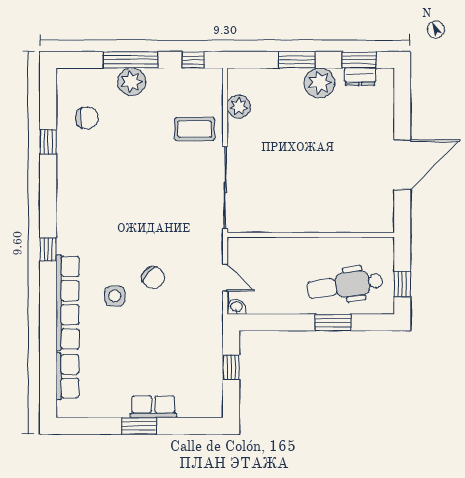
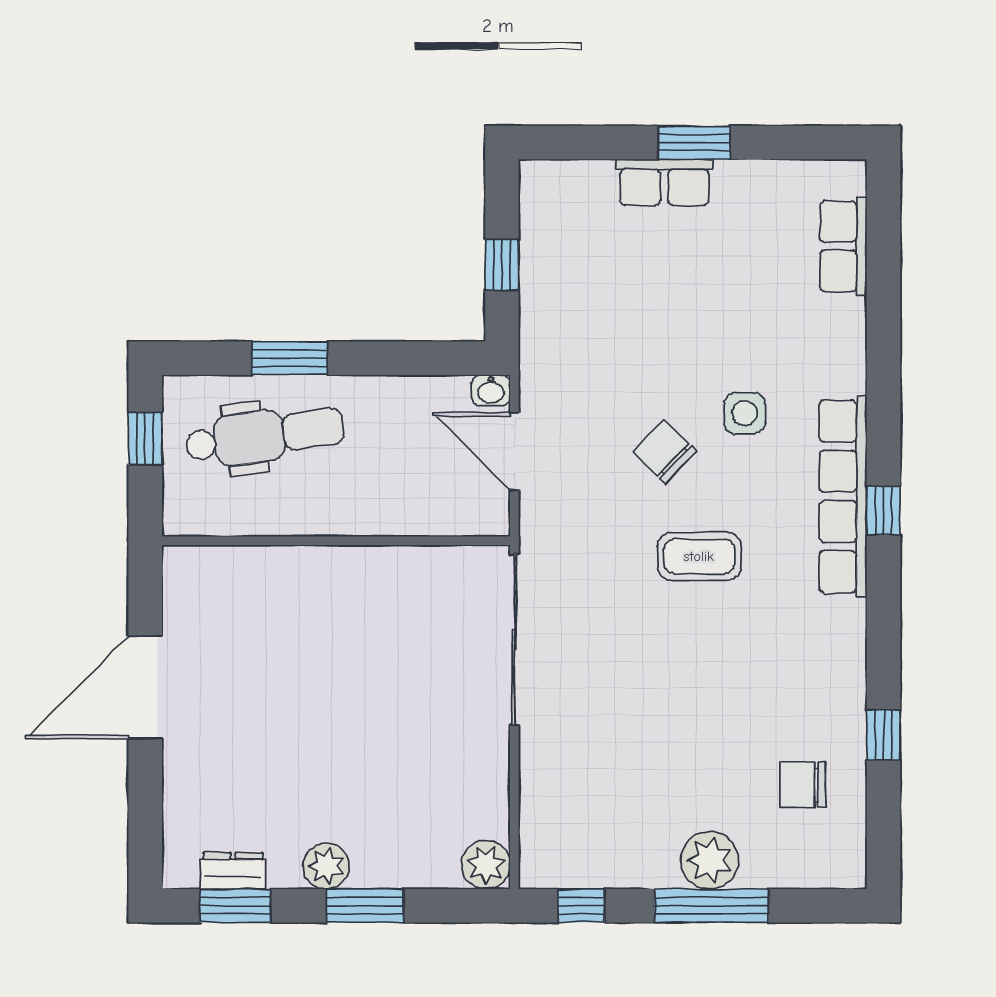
plant: (319, 83) -> (326, 866), width x0.73, depth x0.73
plant: (239, 107) -> (486, 865), moved
coffee table: (195, 129) -> (699, 556), moved
door: (225, 278) -> (514, 451), width x1.38
row of seats: (68, 303) -> (843, 496), moved

